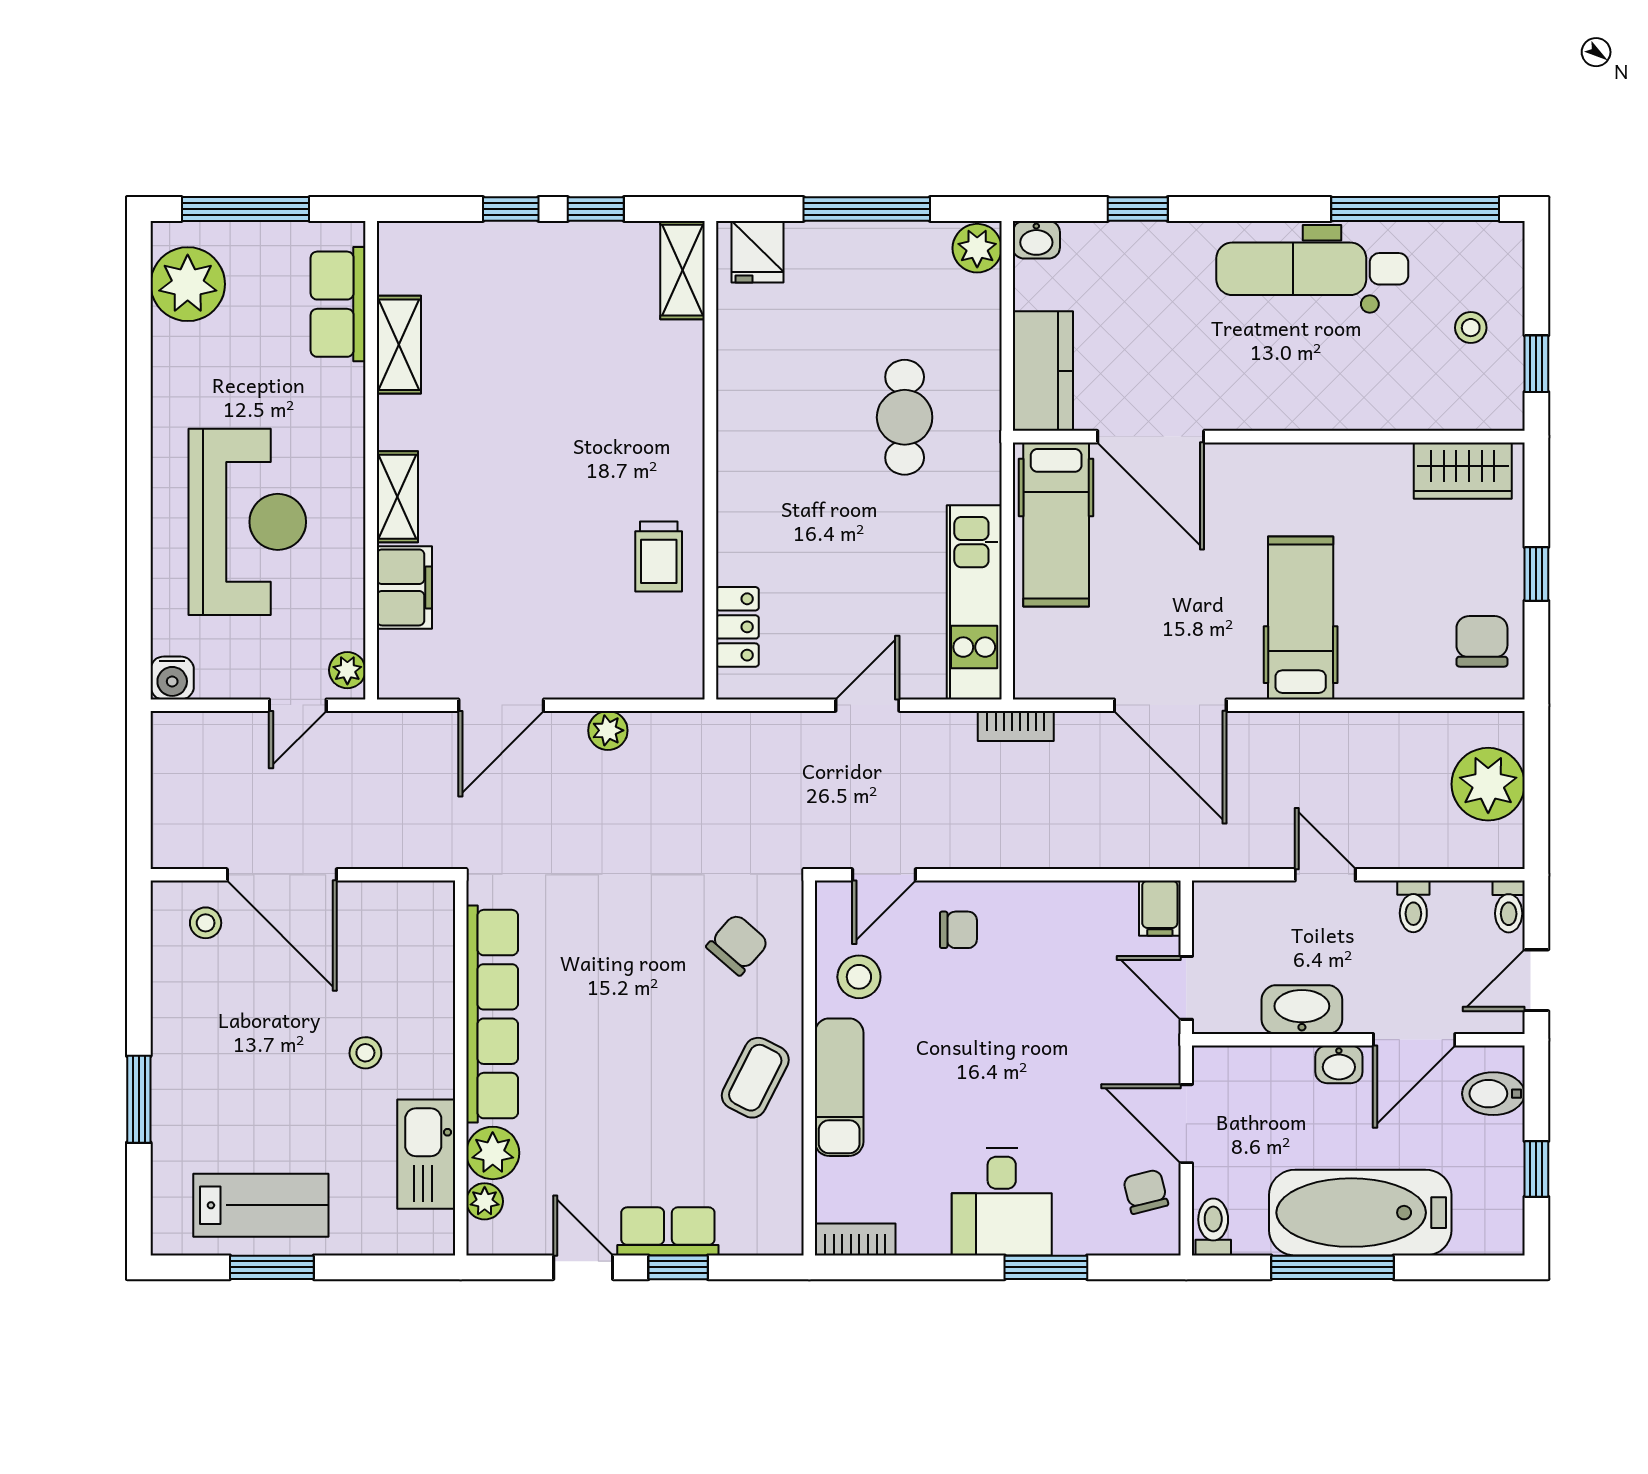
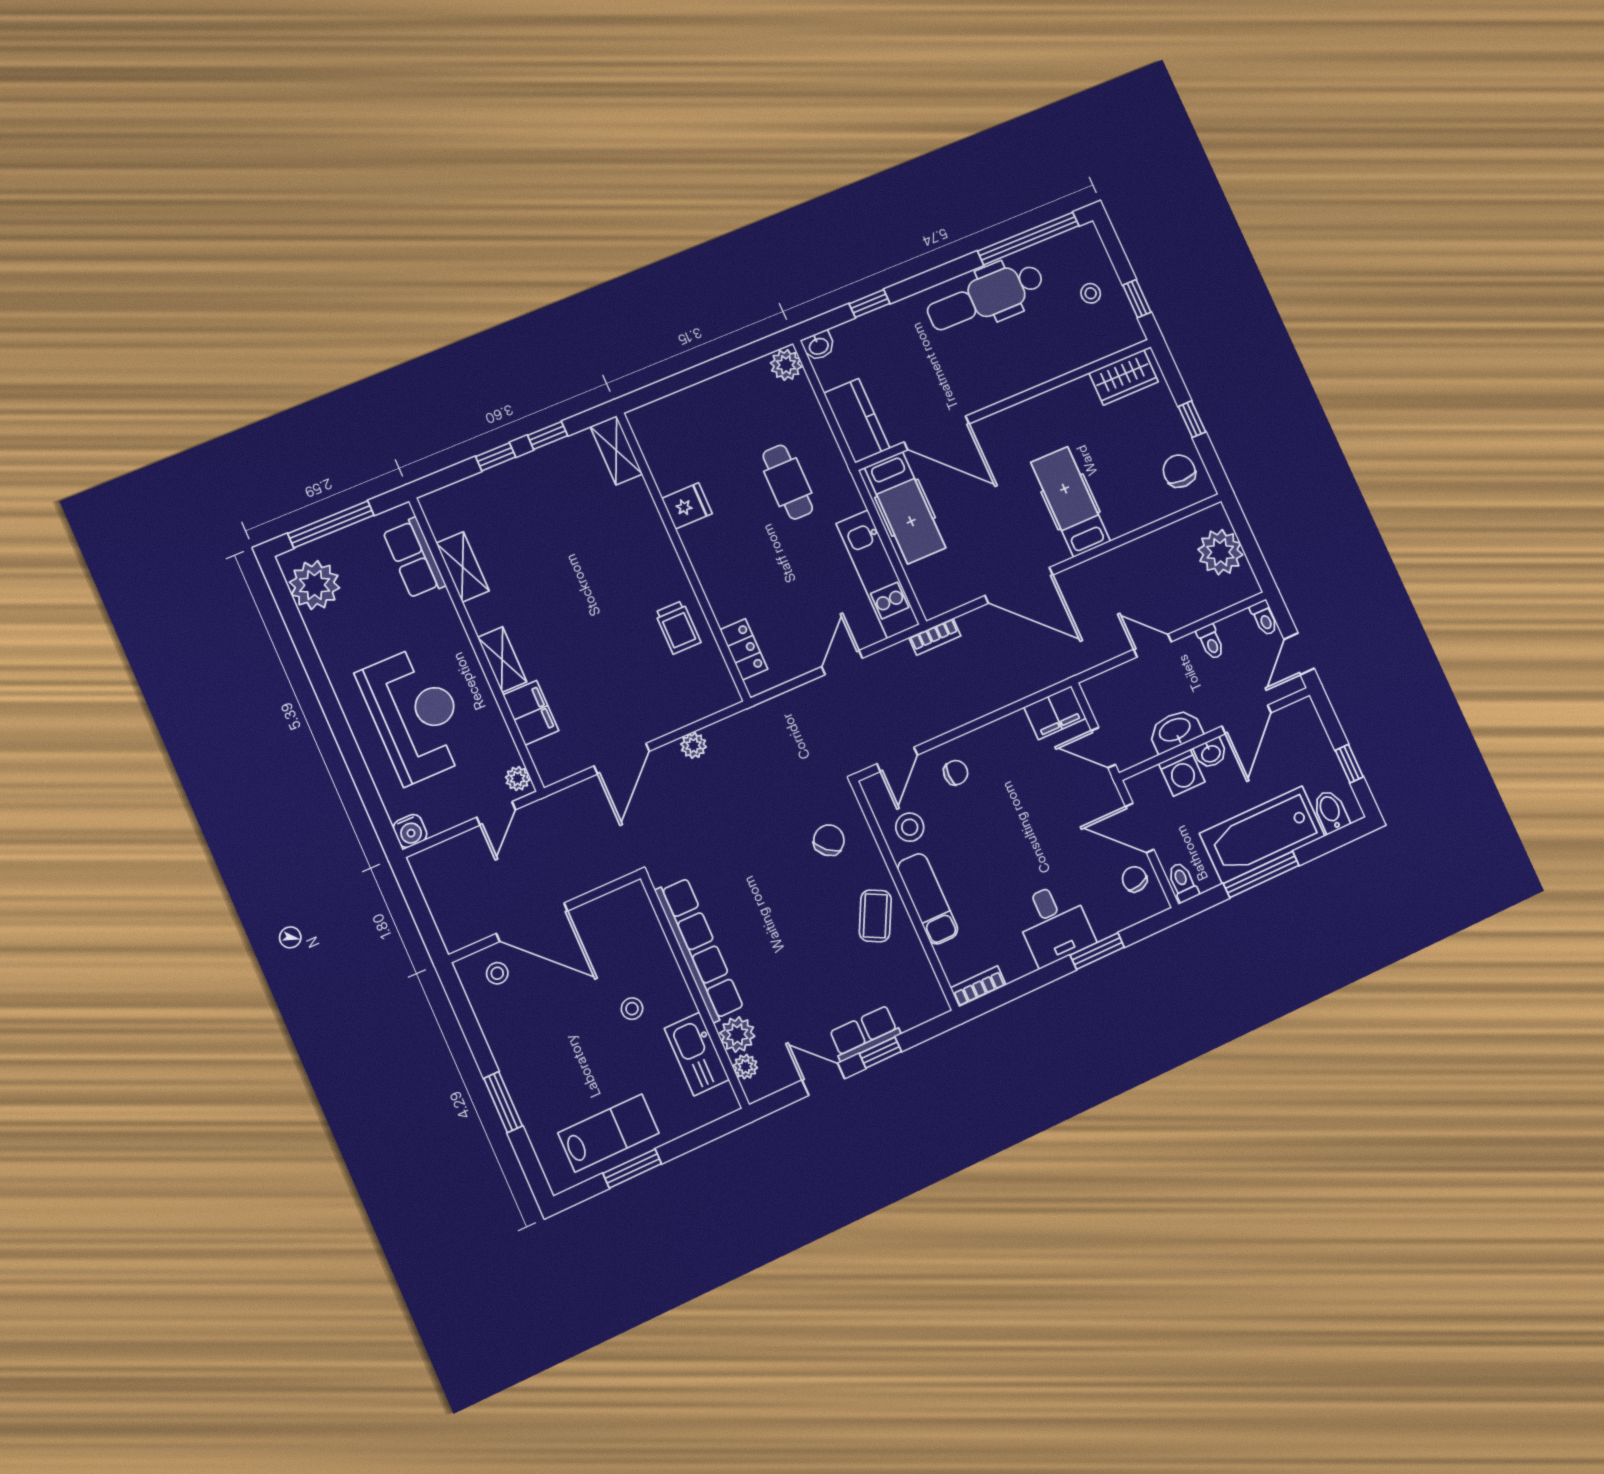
window: (867, 209) -> (710, 369), removed
fridge: (758, 252) -> (687, 506), moved, turned -90
filing cabinet: (1160, 908) -> (1055, 713), width x2.00
washing machine: (1284, 1073) -> (1182, 773), added
bidet: (1493, 1094) -> (1331, 811), moved, turned 90

